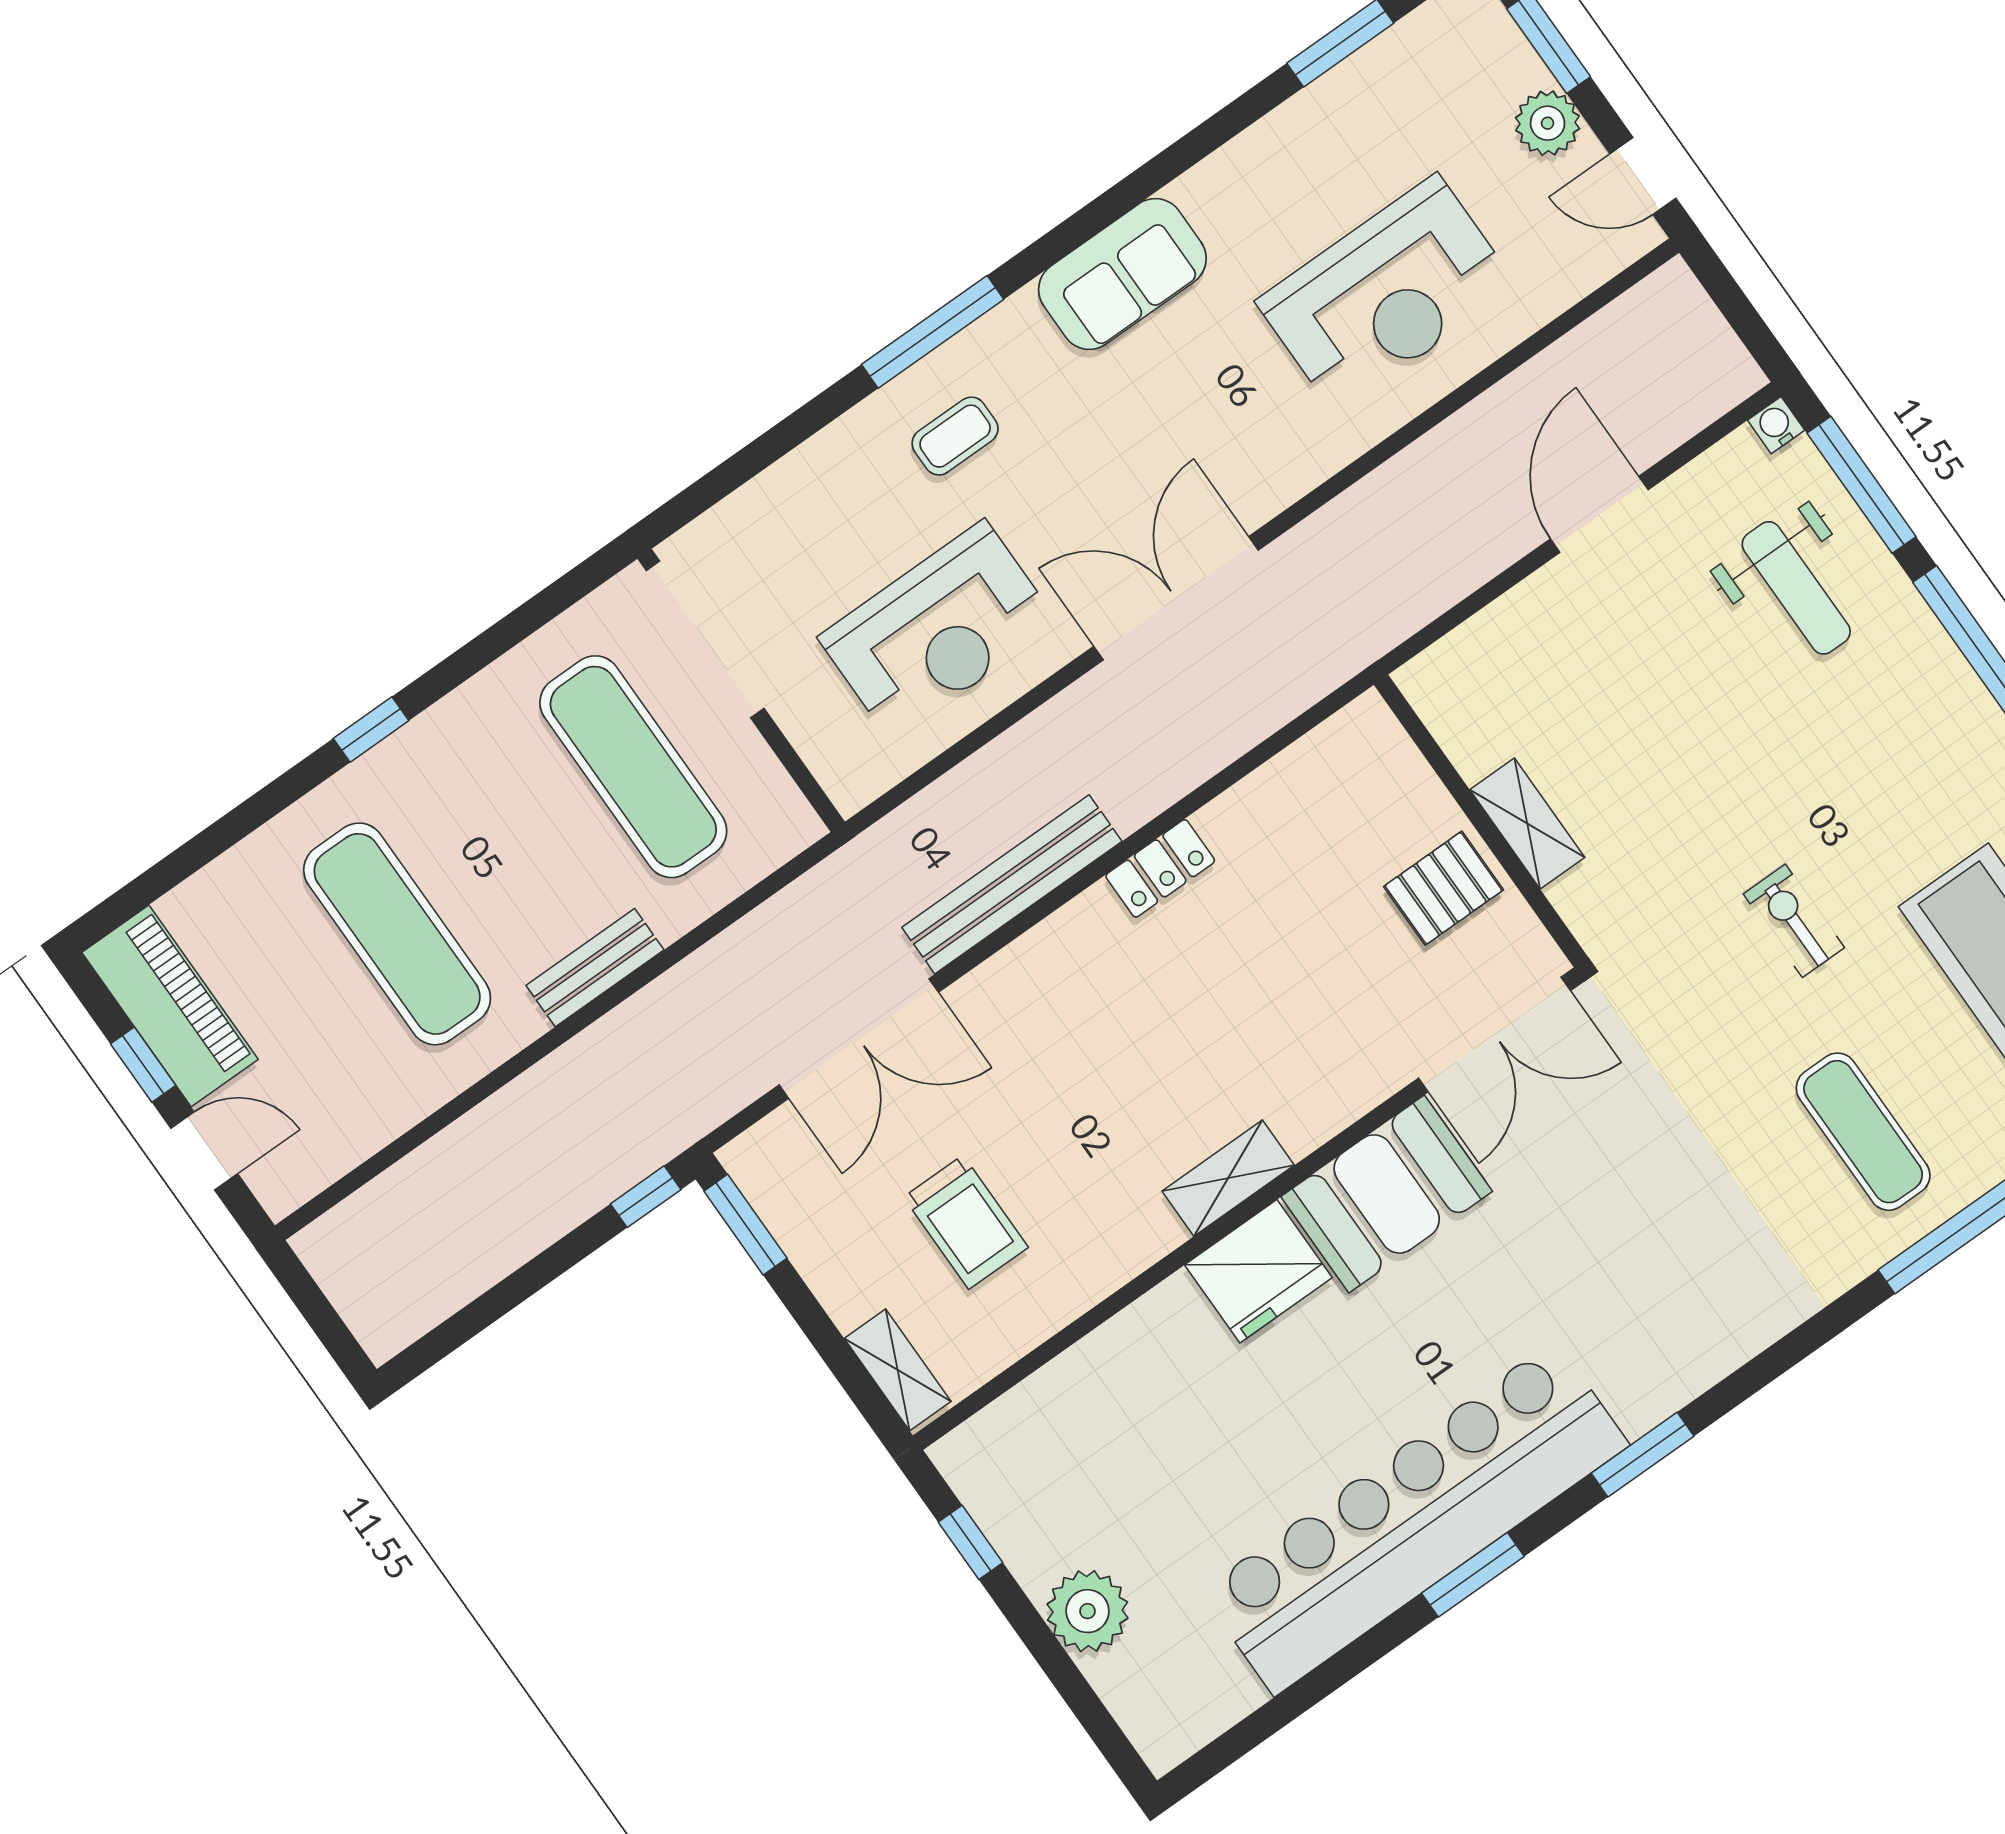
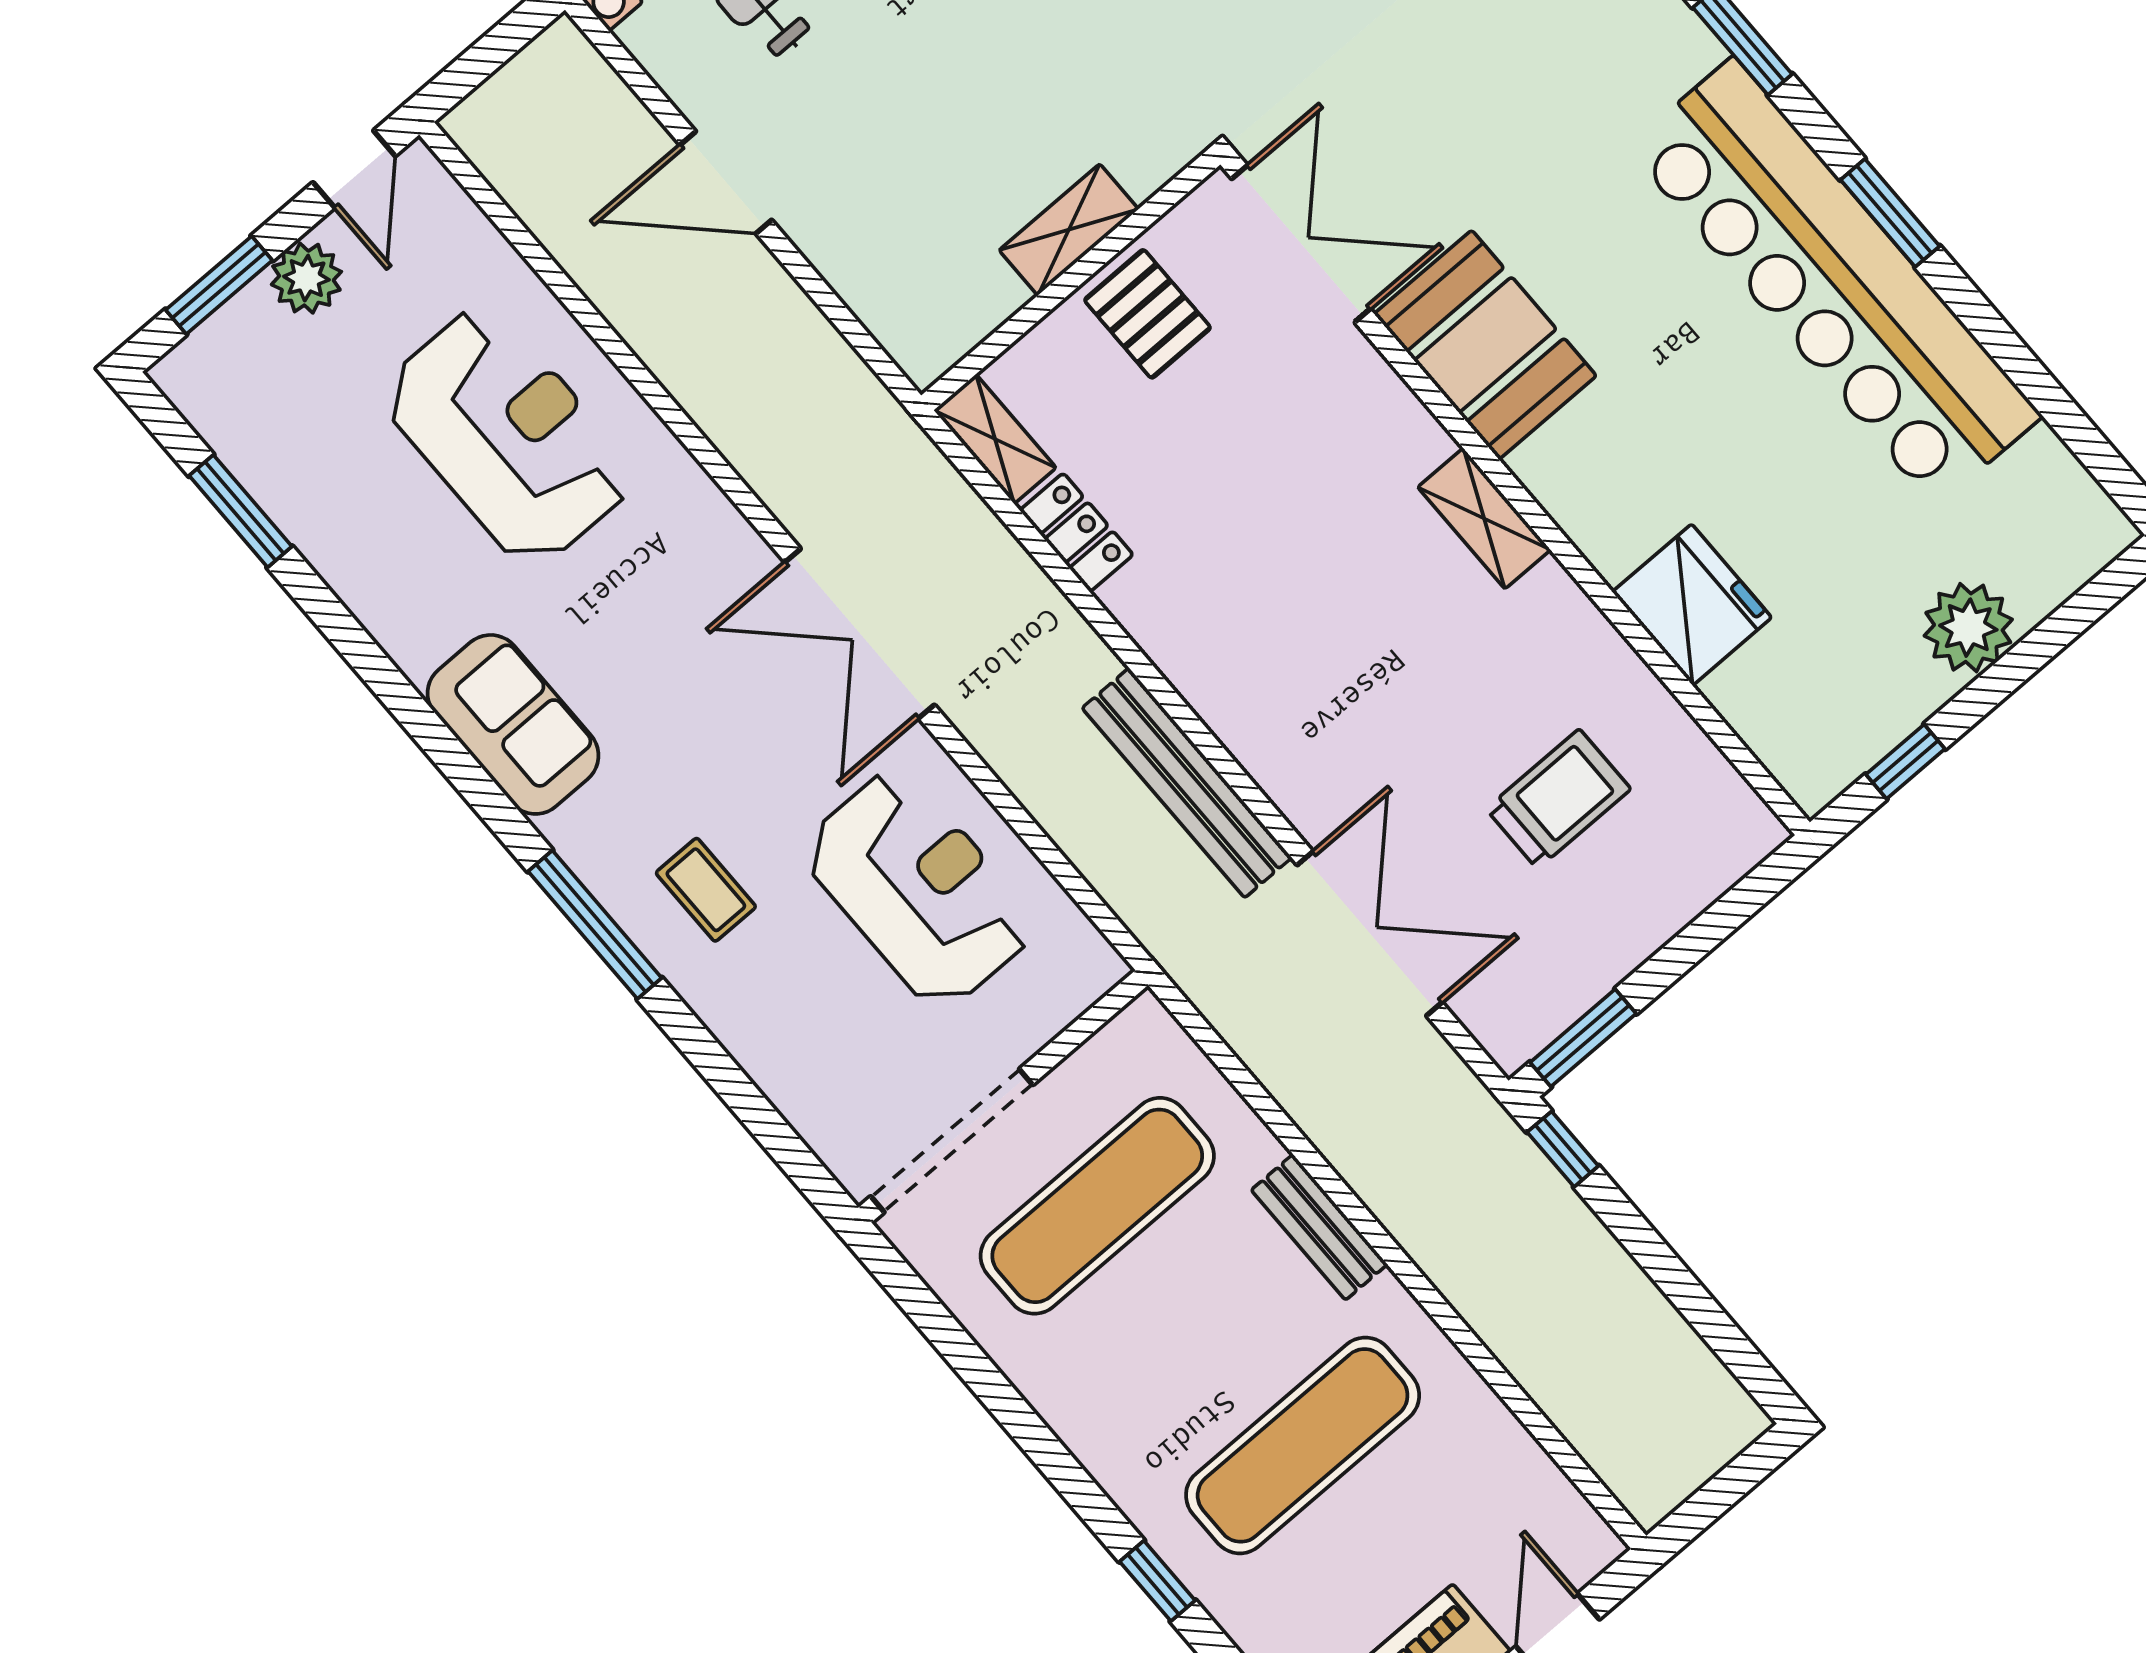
window: (371, 729) -> (1157, 1581), moved
locker: (1160, 868) -> (1077, 532), moved
fridge: (1258, 1271) -> (1692, 605), moved
shelving: (898, 1370) -> (995, 439), moved, turned 90

